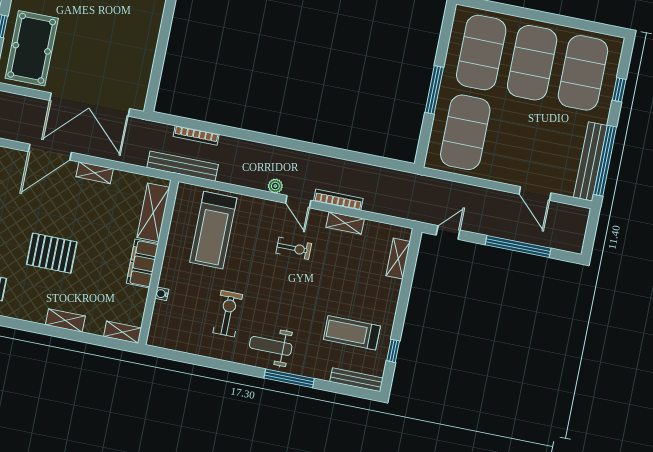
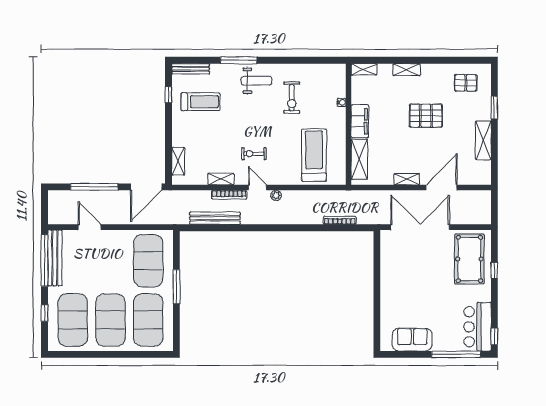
bench: (183, 166) -> (215, 218), moved
door: (448, 233) -> (146, 187), width x1.88

